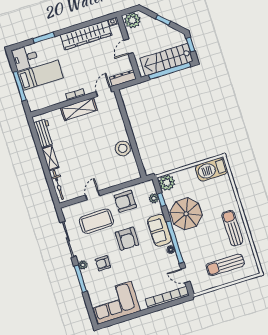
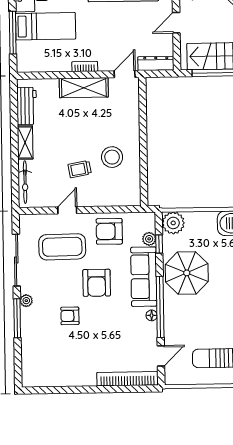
stool: (123, 148) -> (112, 157), moved
trolley: (93, 165) -> (80, 169), added
sofa: (159, 230) -> (144, 277), width x1.36
armchair: (103, 263) -> (70, 316), moved
door: (185, 275) -> (161, 356), swing flipped
corner sofa: (115, 303) -> (54, 365), removed

